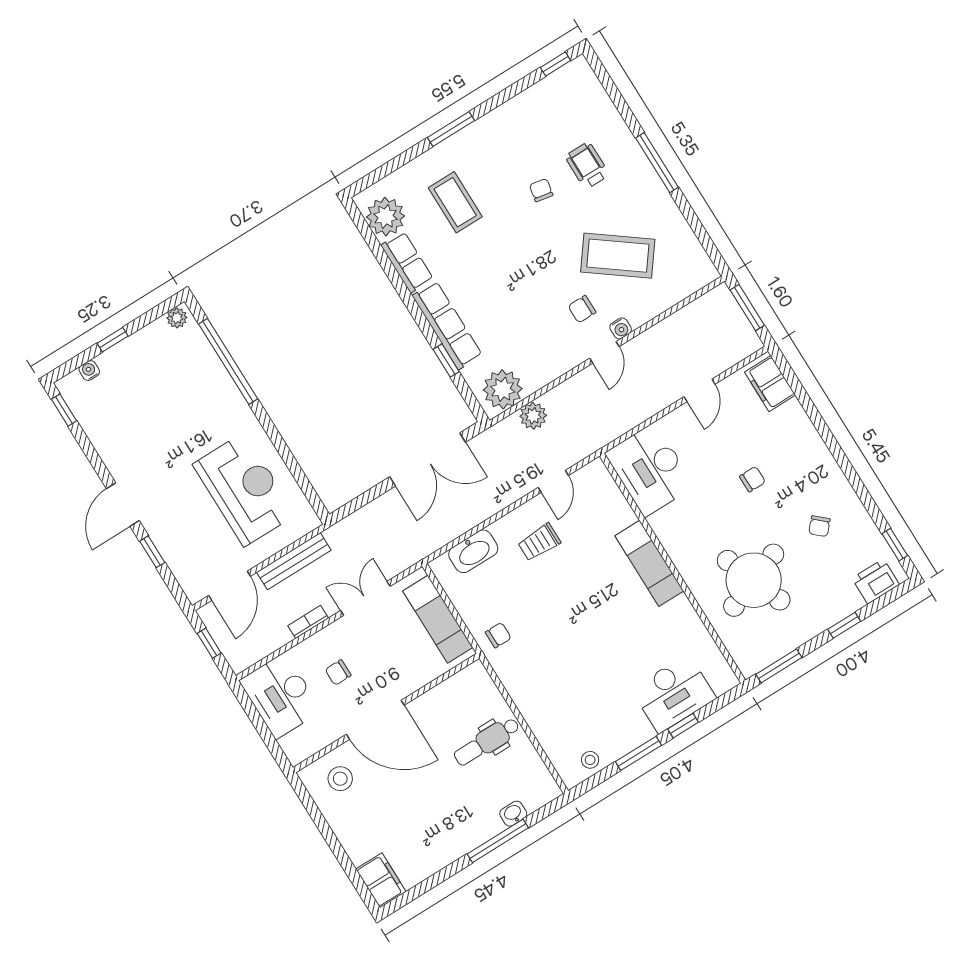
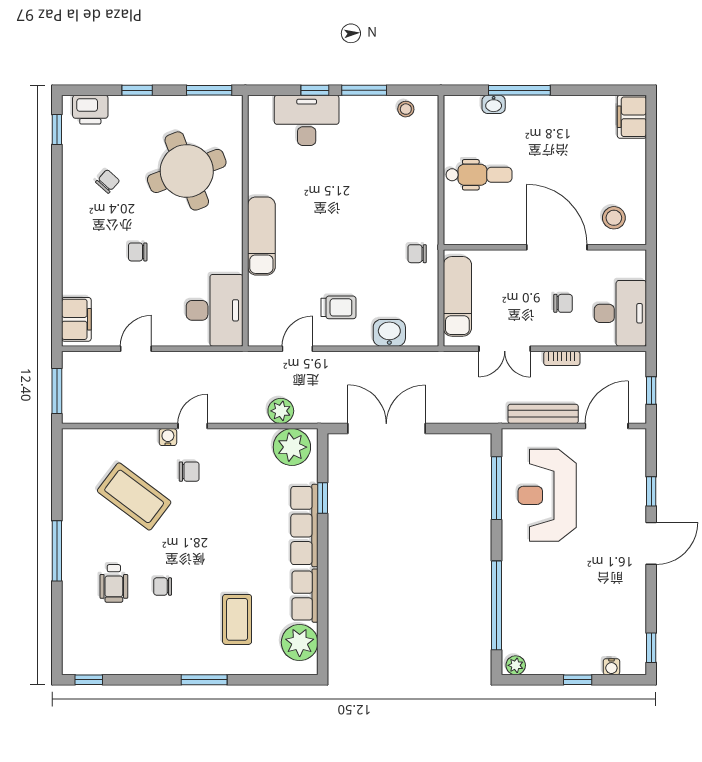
chair: (541, 190) -> (163, 587), turned 79
window: (294, 468) -> (497, 488), added
washbasin: (473, 551) -> (389, 333), width x0.72

